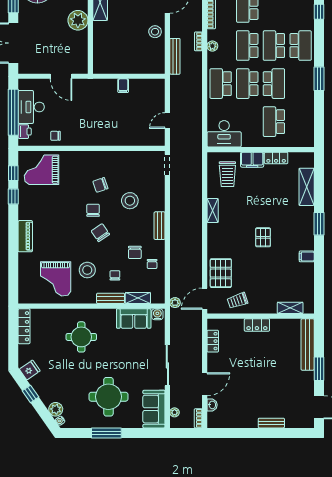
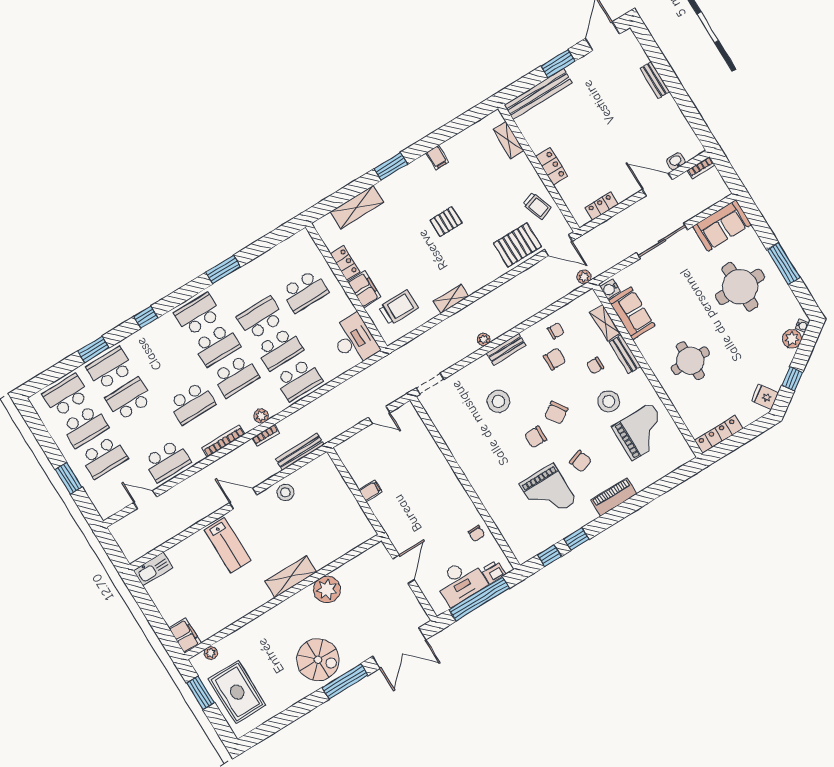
grand piano: (41, 170) -> (548, 493), moved
chair: (100, 185) -> (580, 461), moved
plant: (175, 412) -> (484, 339), moved

